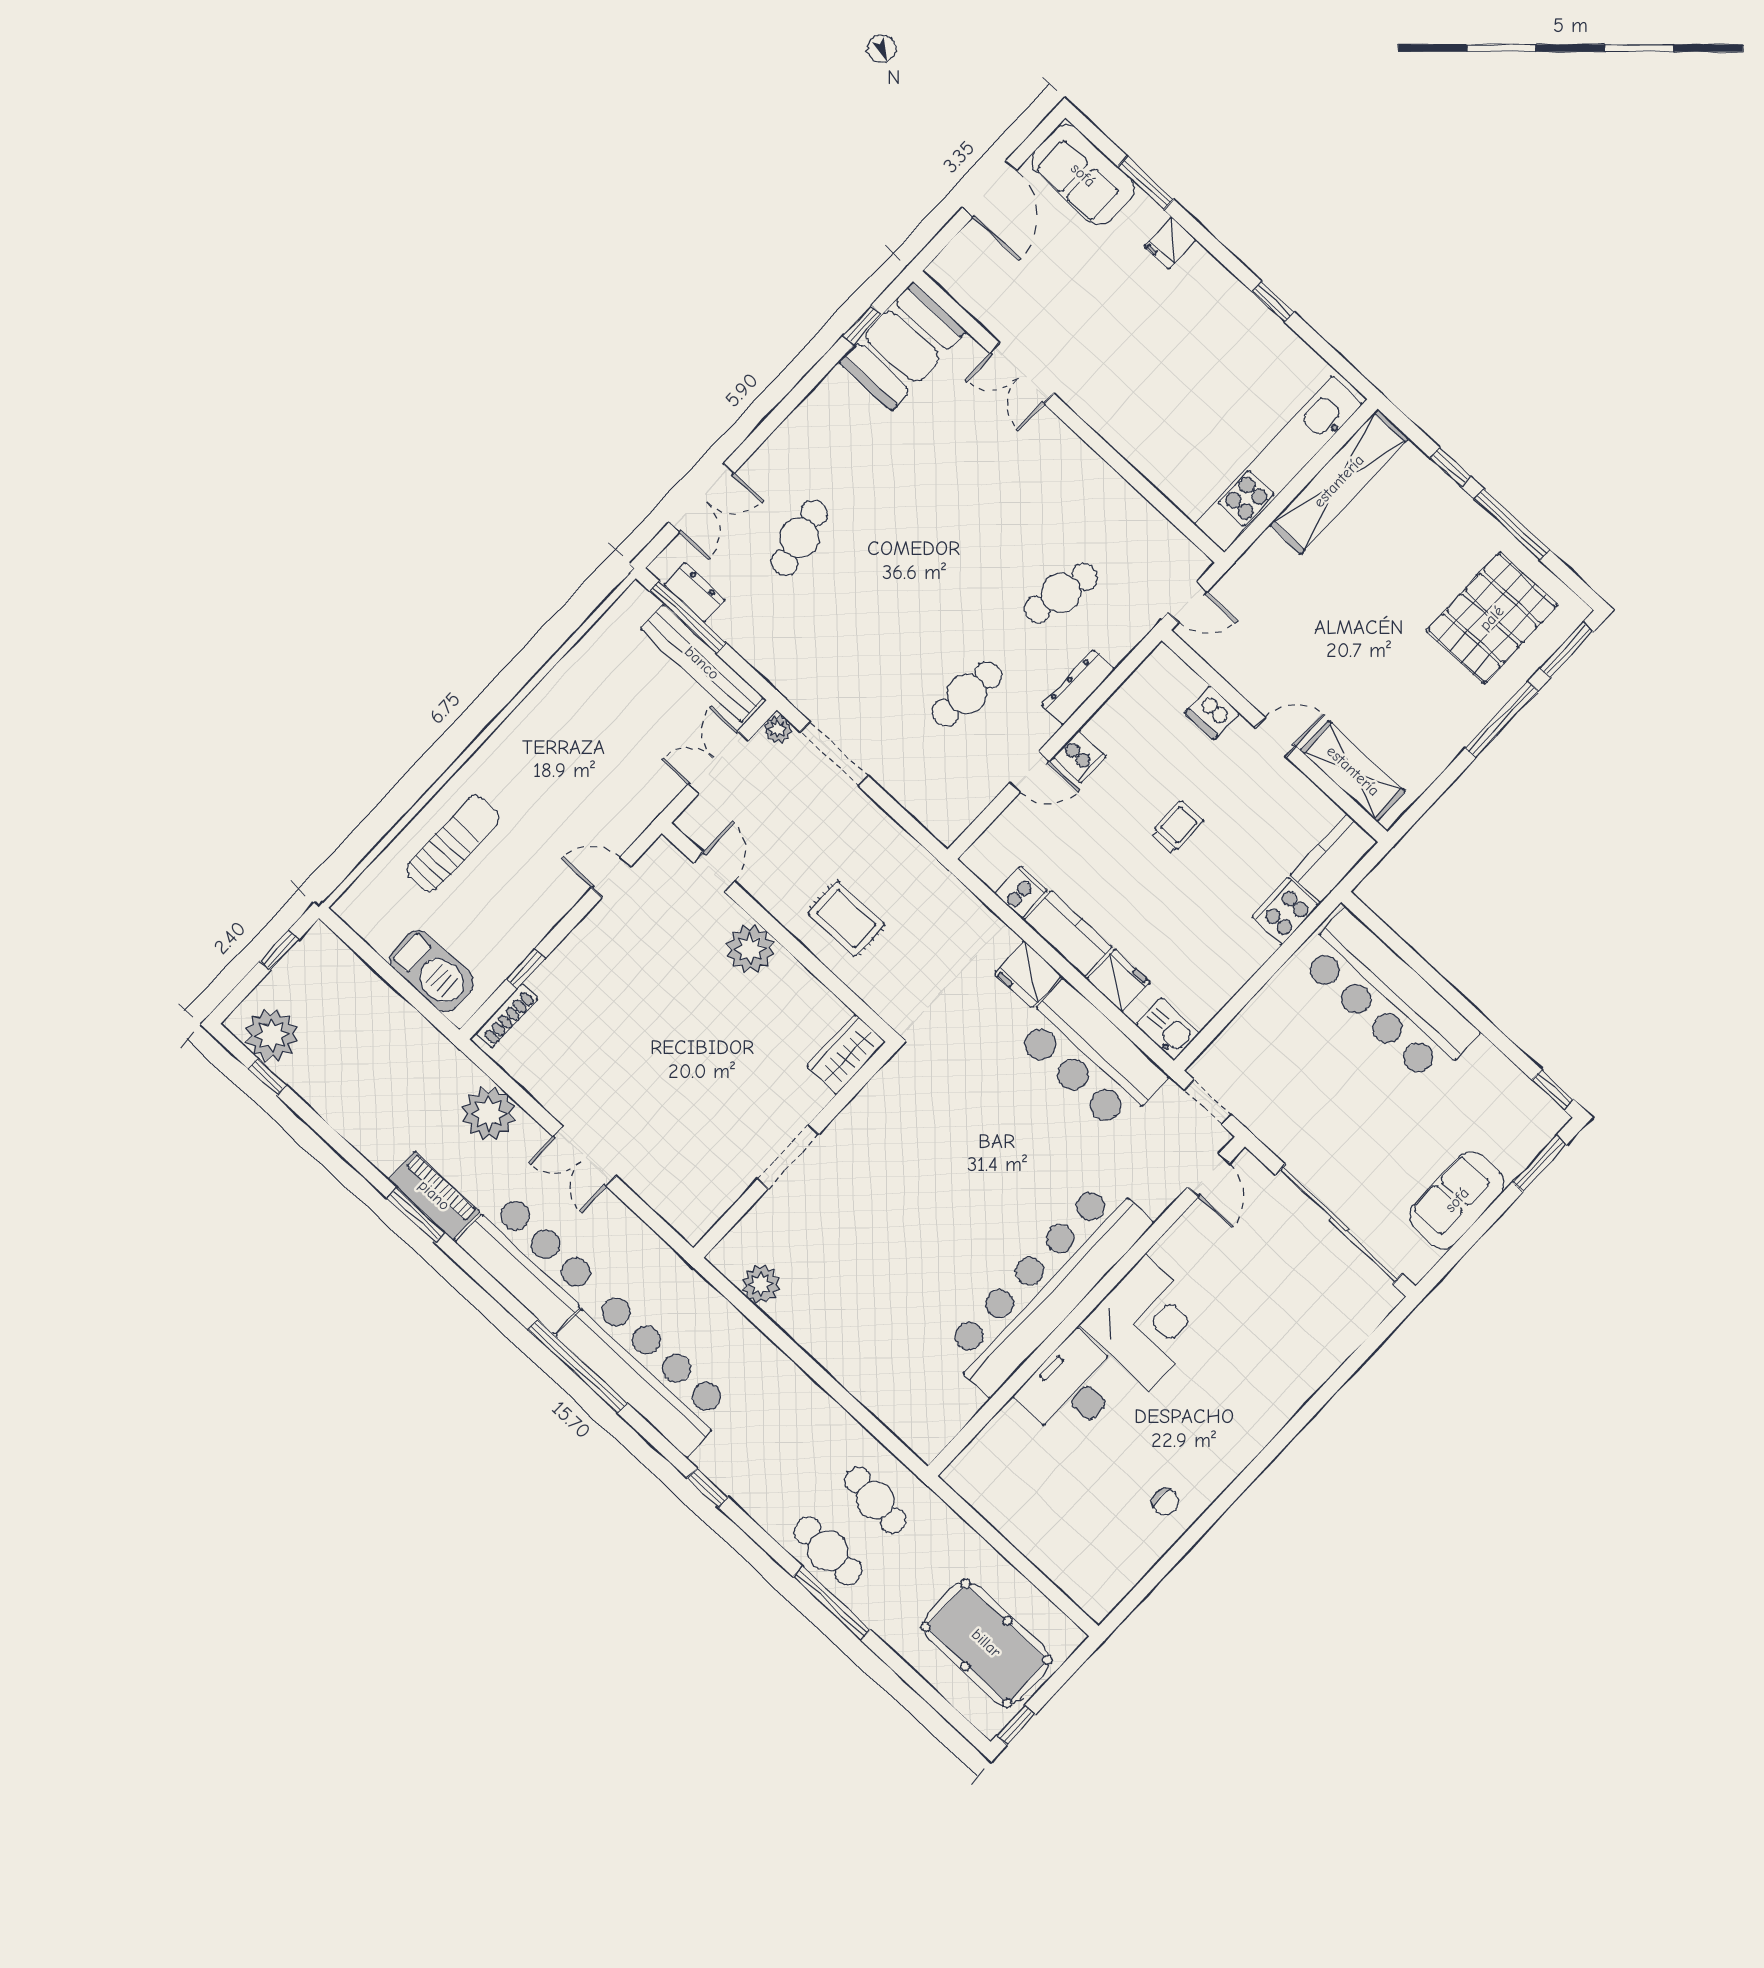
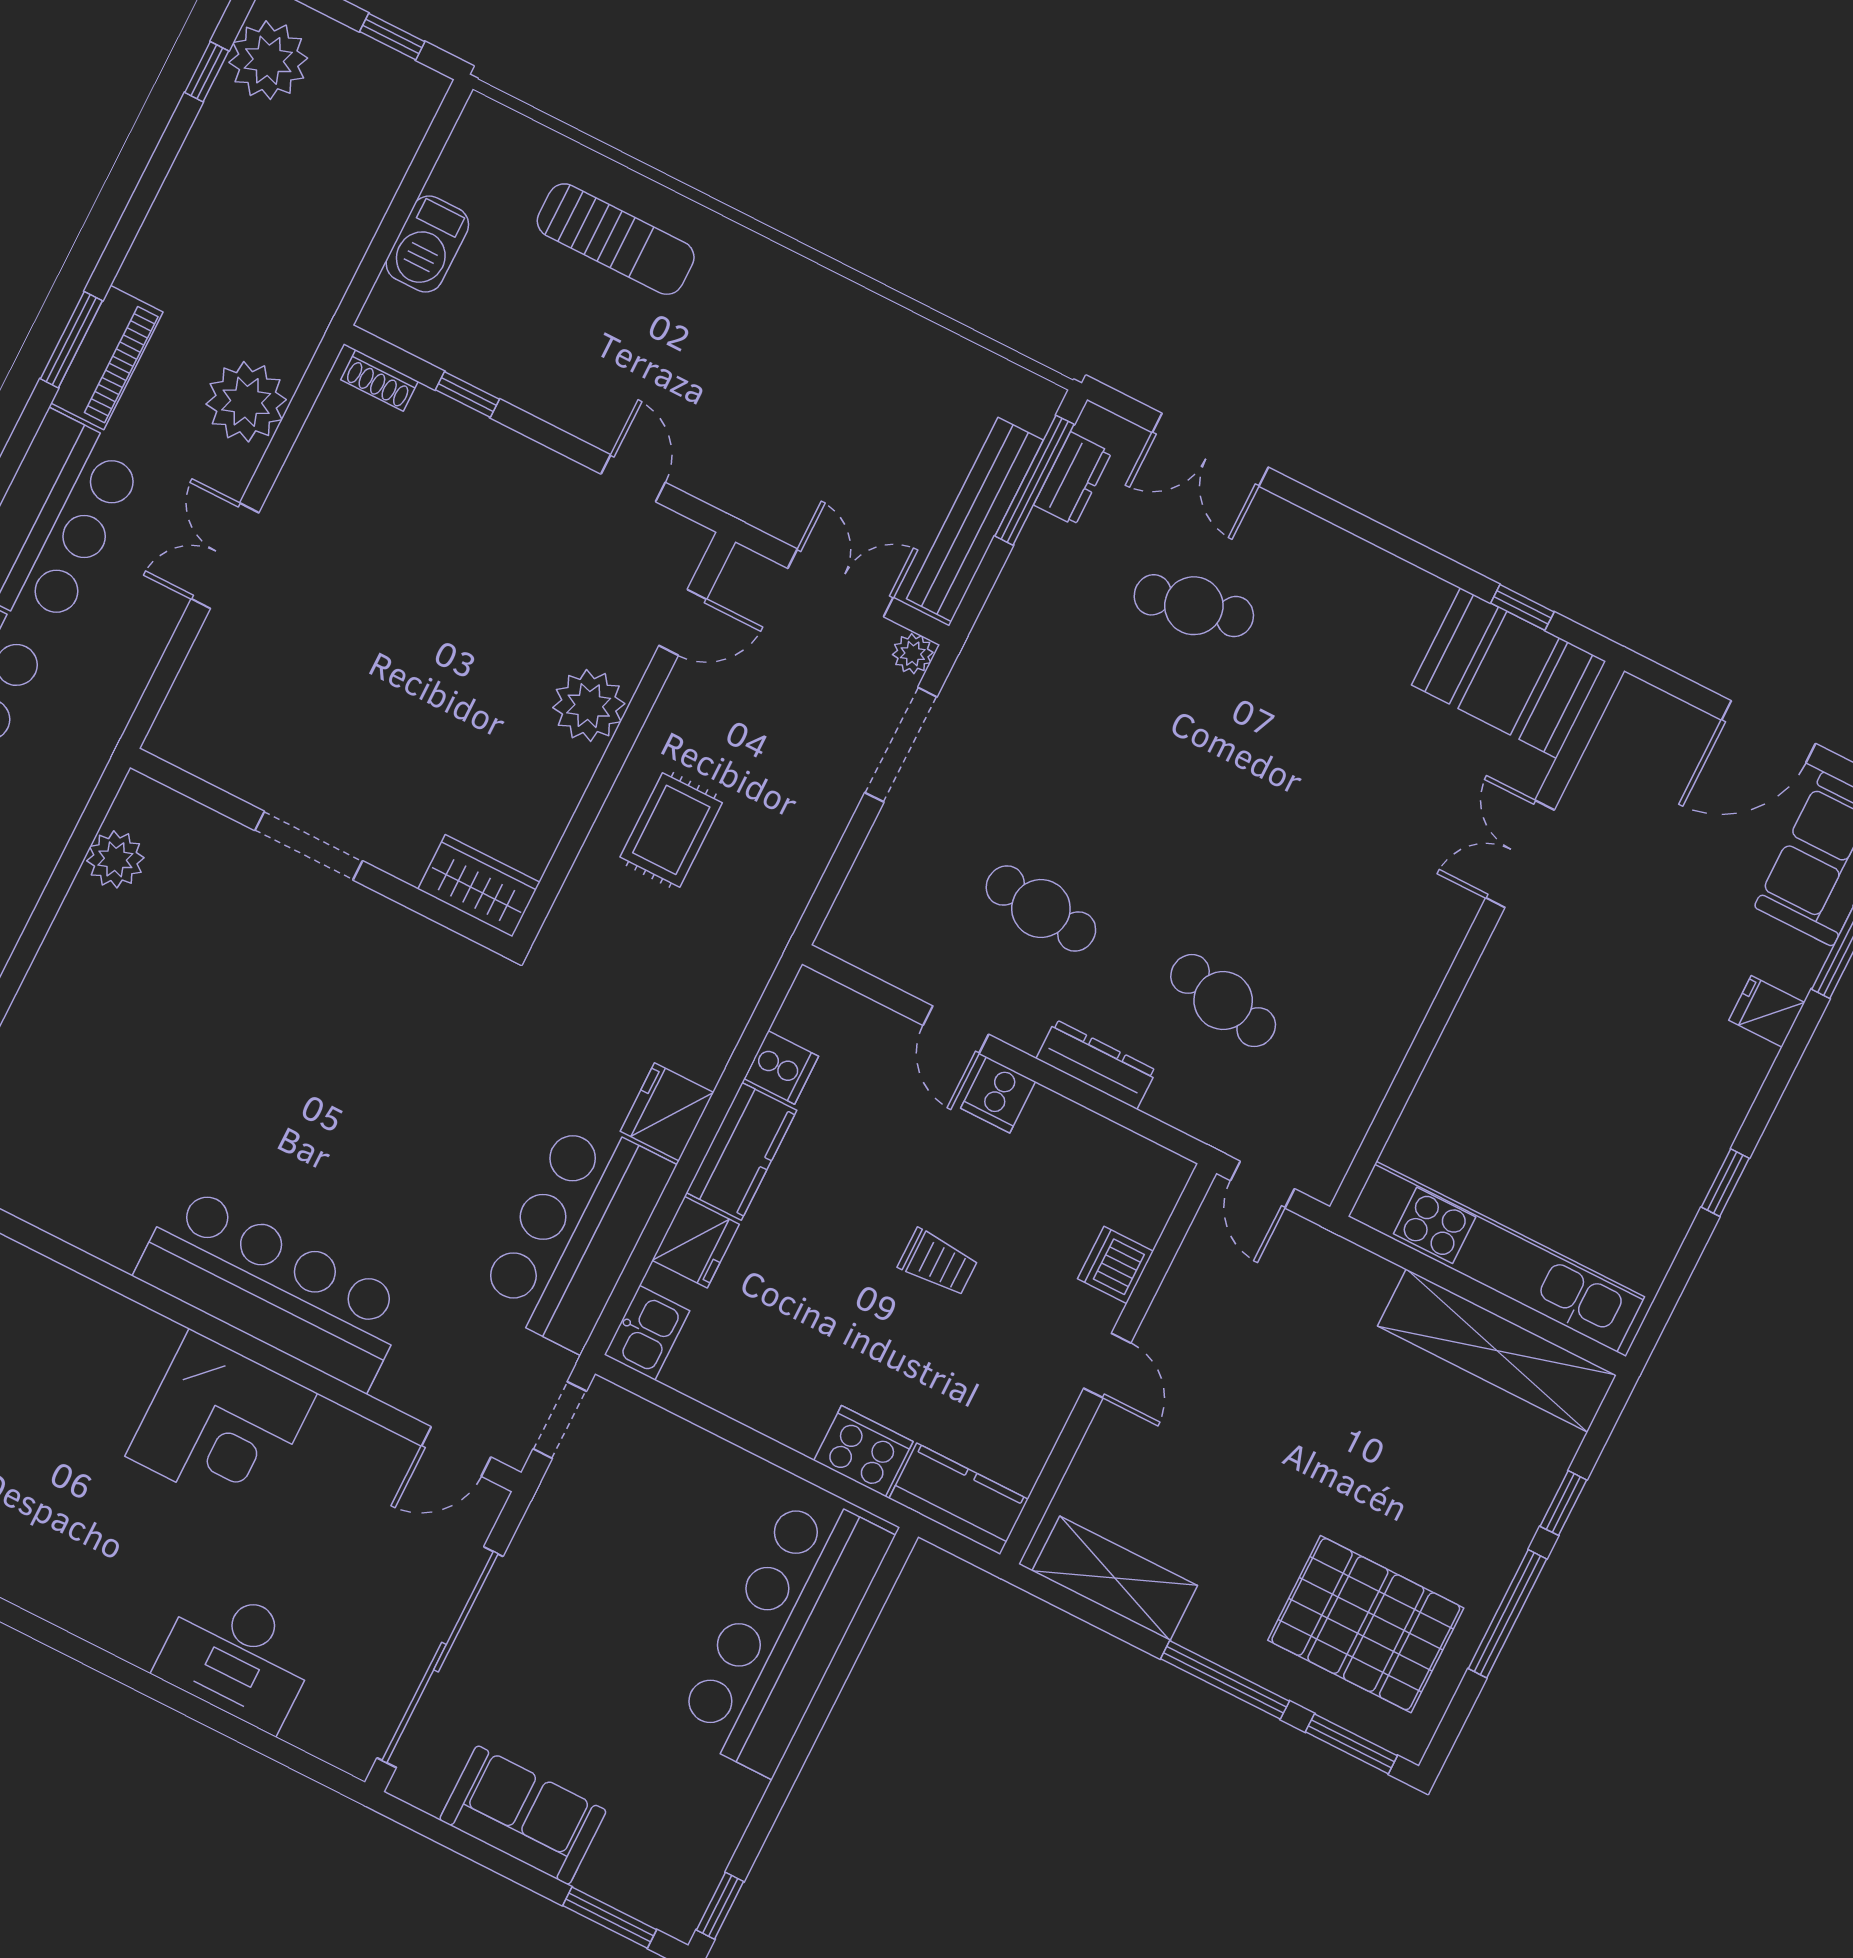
shelving: (1353, 771) -> (1115, 1578), moved, turned 90
barbecue: (432, 971) -> (427, 244), width x0.73, depth x0.83
shoe rack: (507, 1016) -> (379, 381), width x0.70
bar counter: (1046, 1286) -> (273, 1288), width x0.73
desk: (1072, 1387) -> (238, 1656), moved, turned 180

